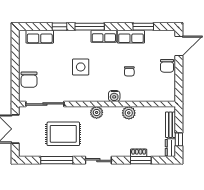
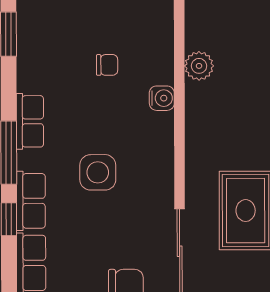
row of seats: (131, 37) -> (31, 201), moved
plant: (97, 112) -> (198, 137), removed

